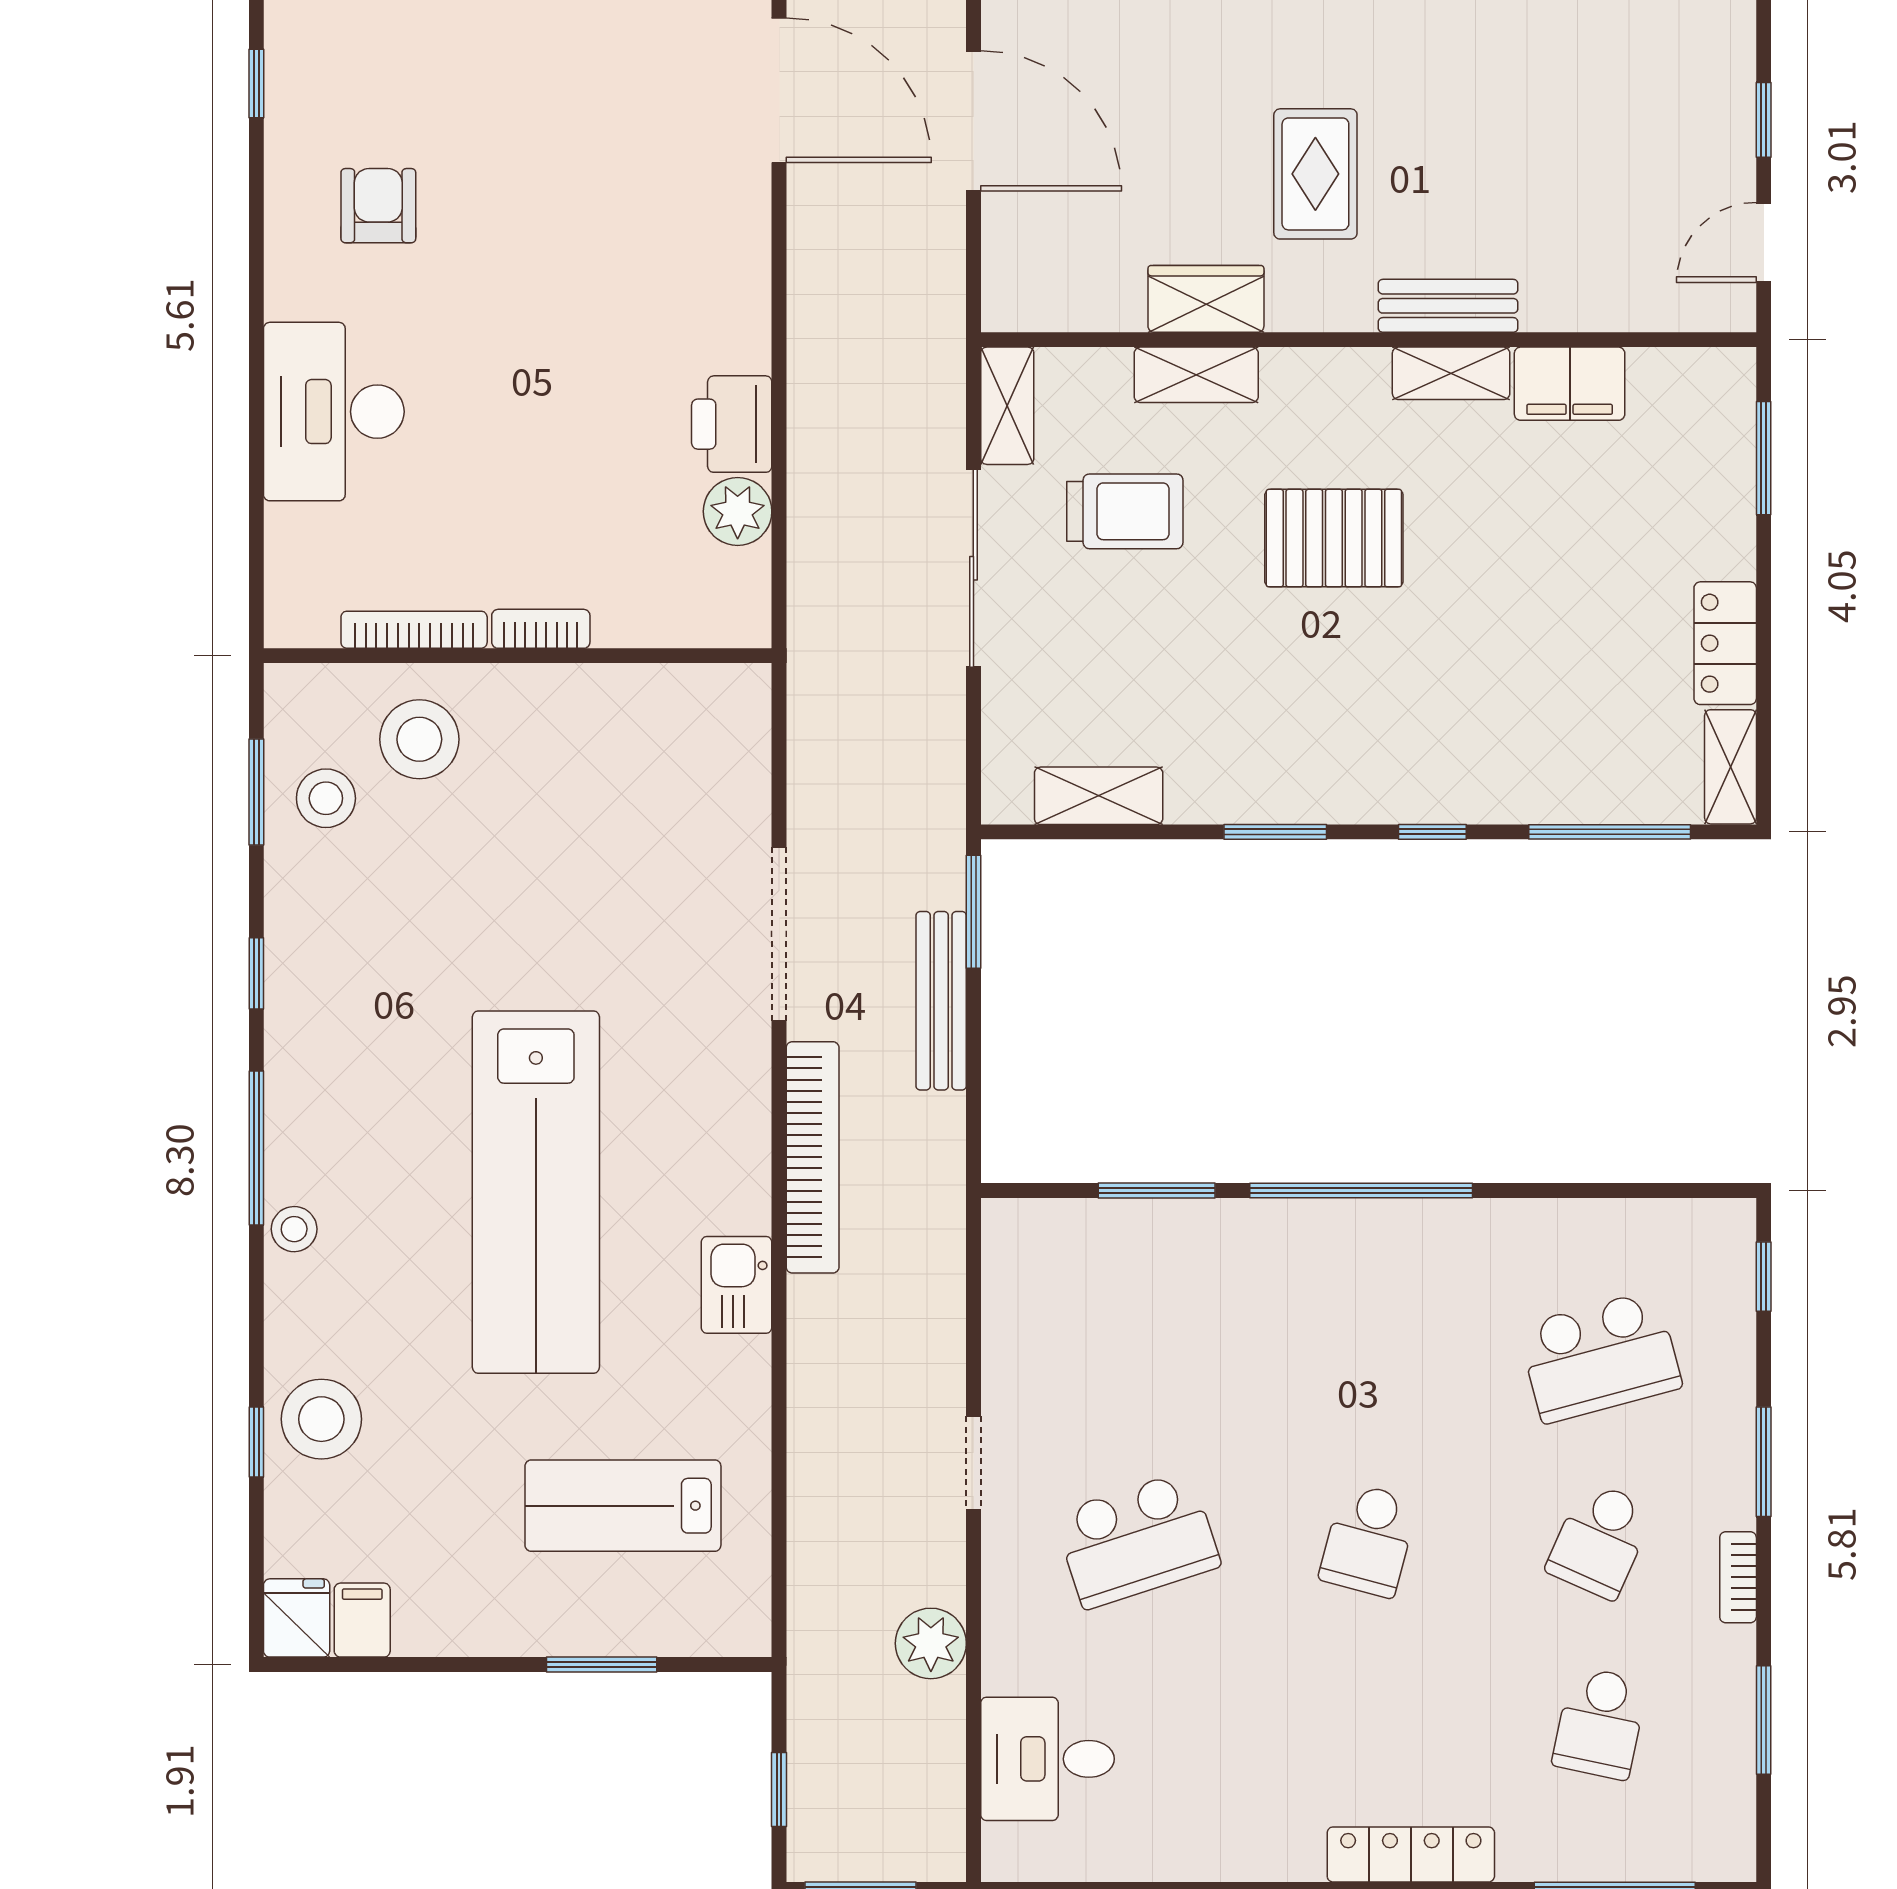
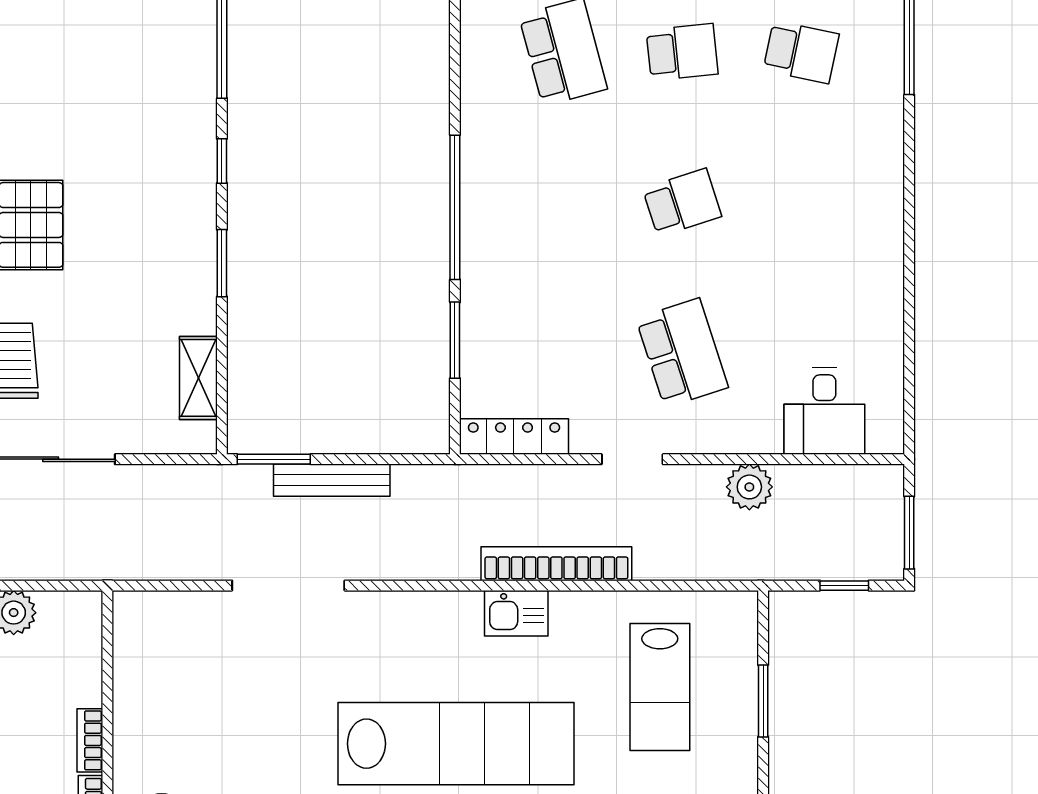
bookcase: (813, 1157) -> (556, 564), moved
school desk: (1369, 1540) -> (682, 202), turned -33
school desk: (1600, 1540) -> (682, 52), turned -30
locker: (1411, 1854) -> (514, 436), moved, turned 90

